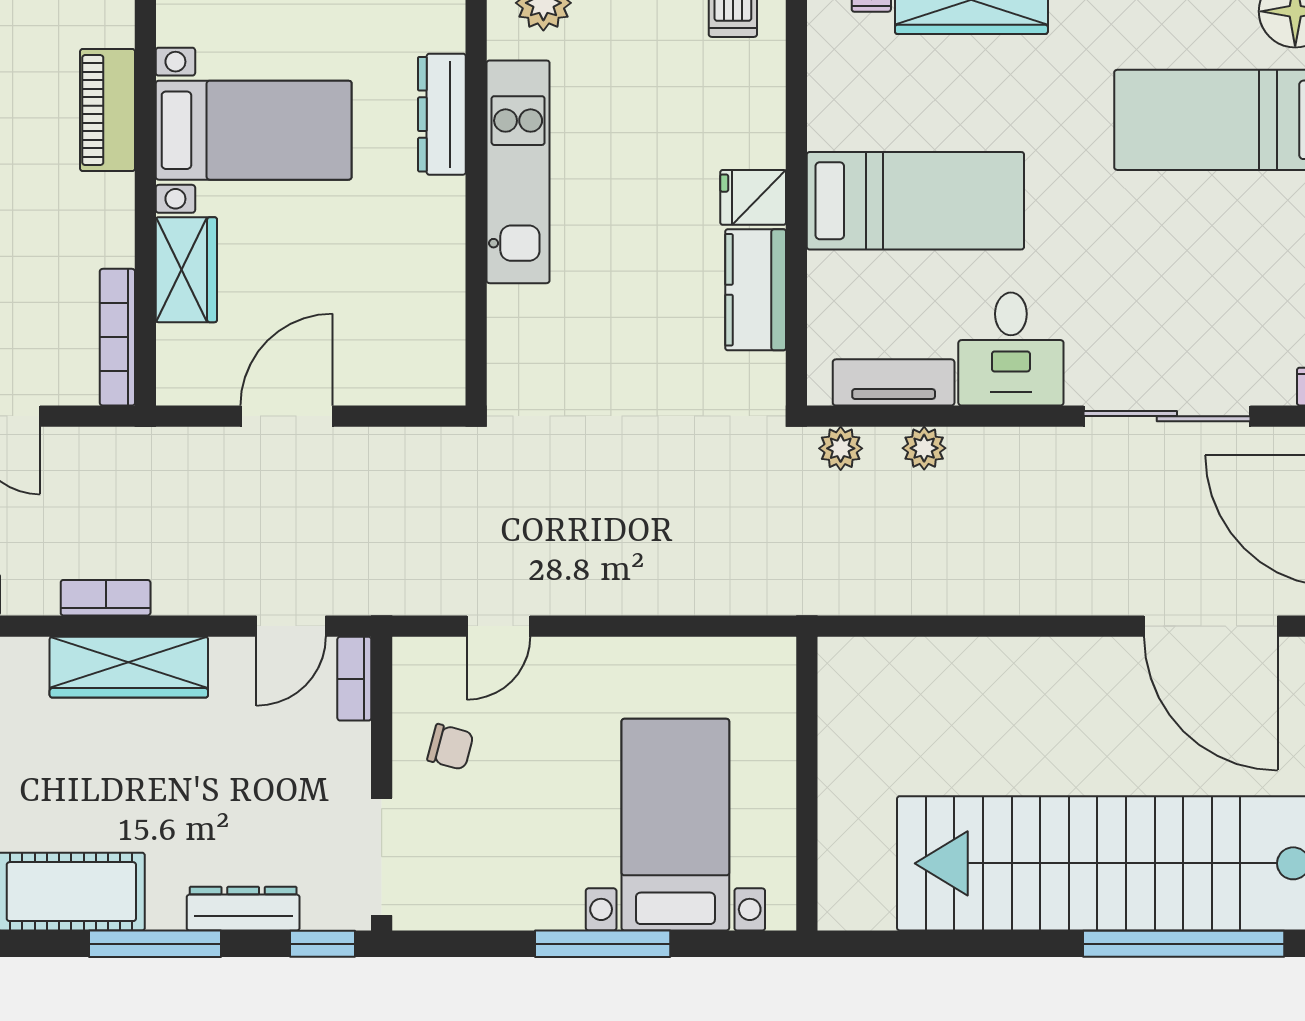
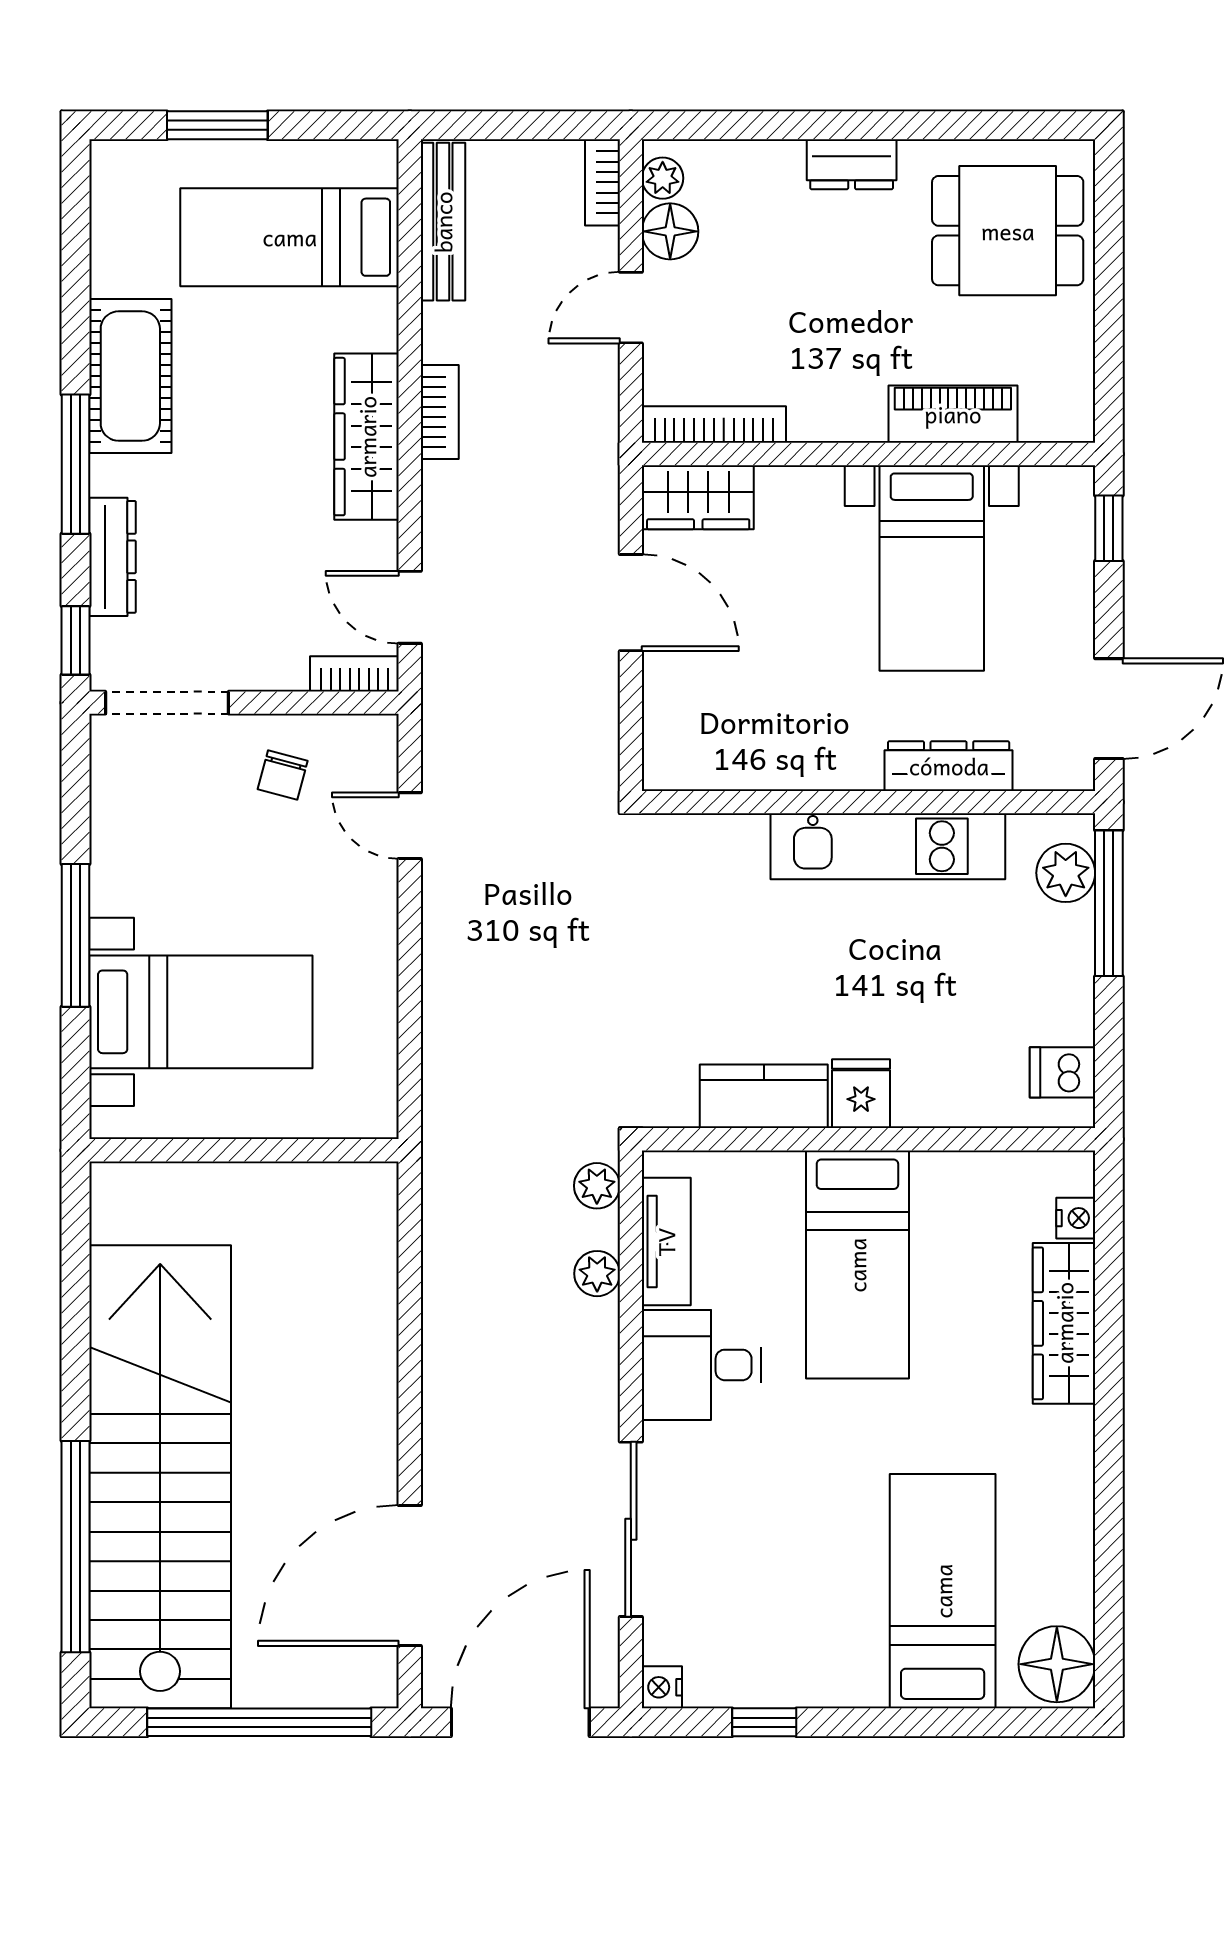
wardrobe: (186, 270) -> (698, 497), moved

